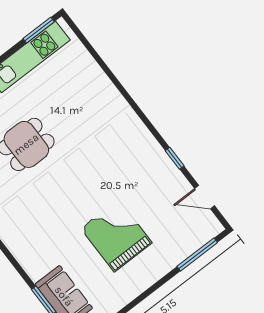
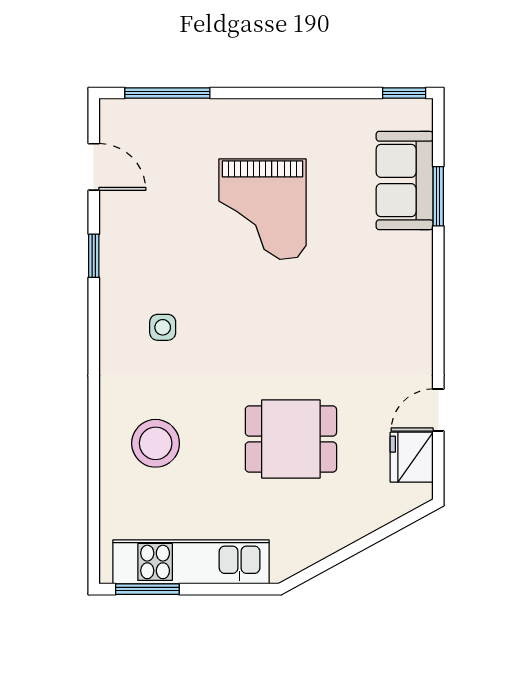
stool: (84, 97) -> (156, 443), added
side table: (120, 150) -> (163, 327), added

